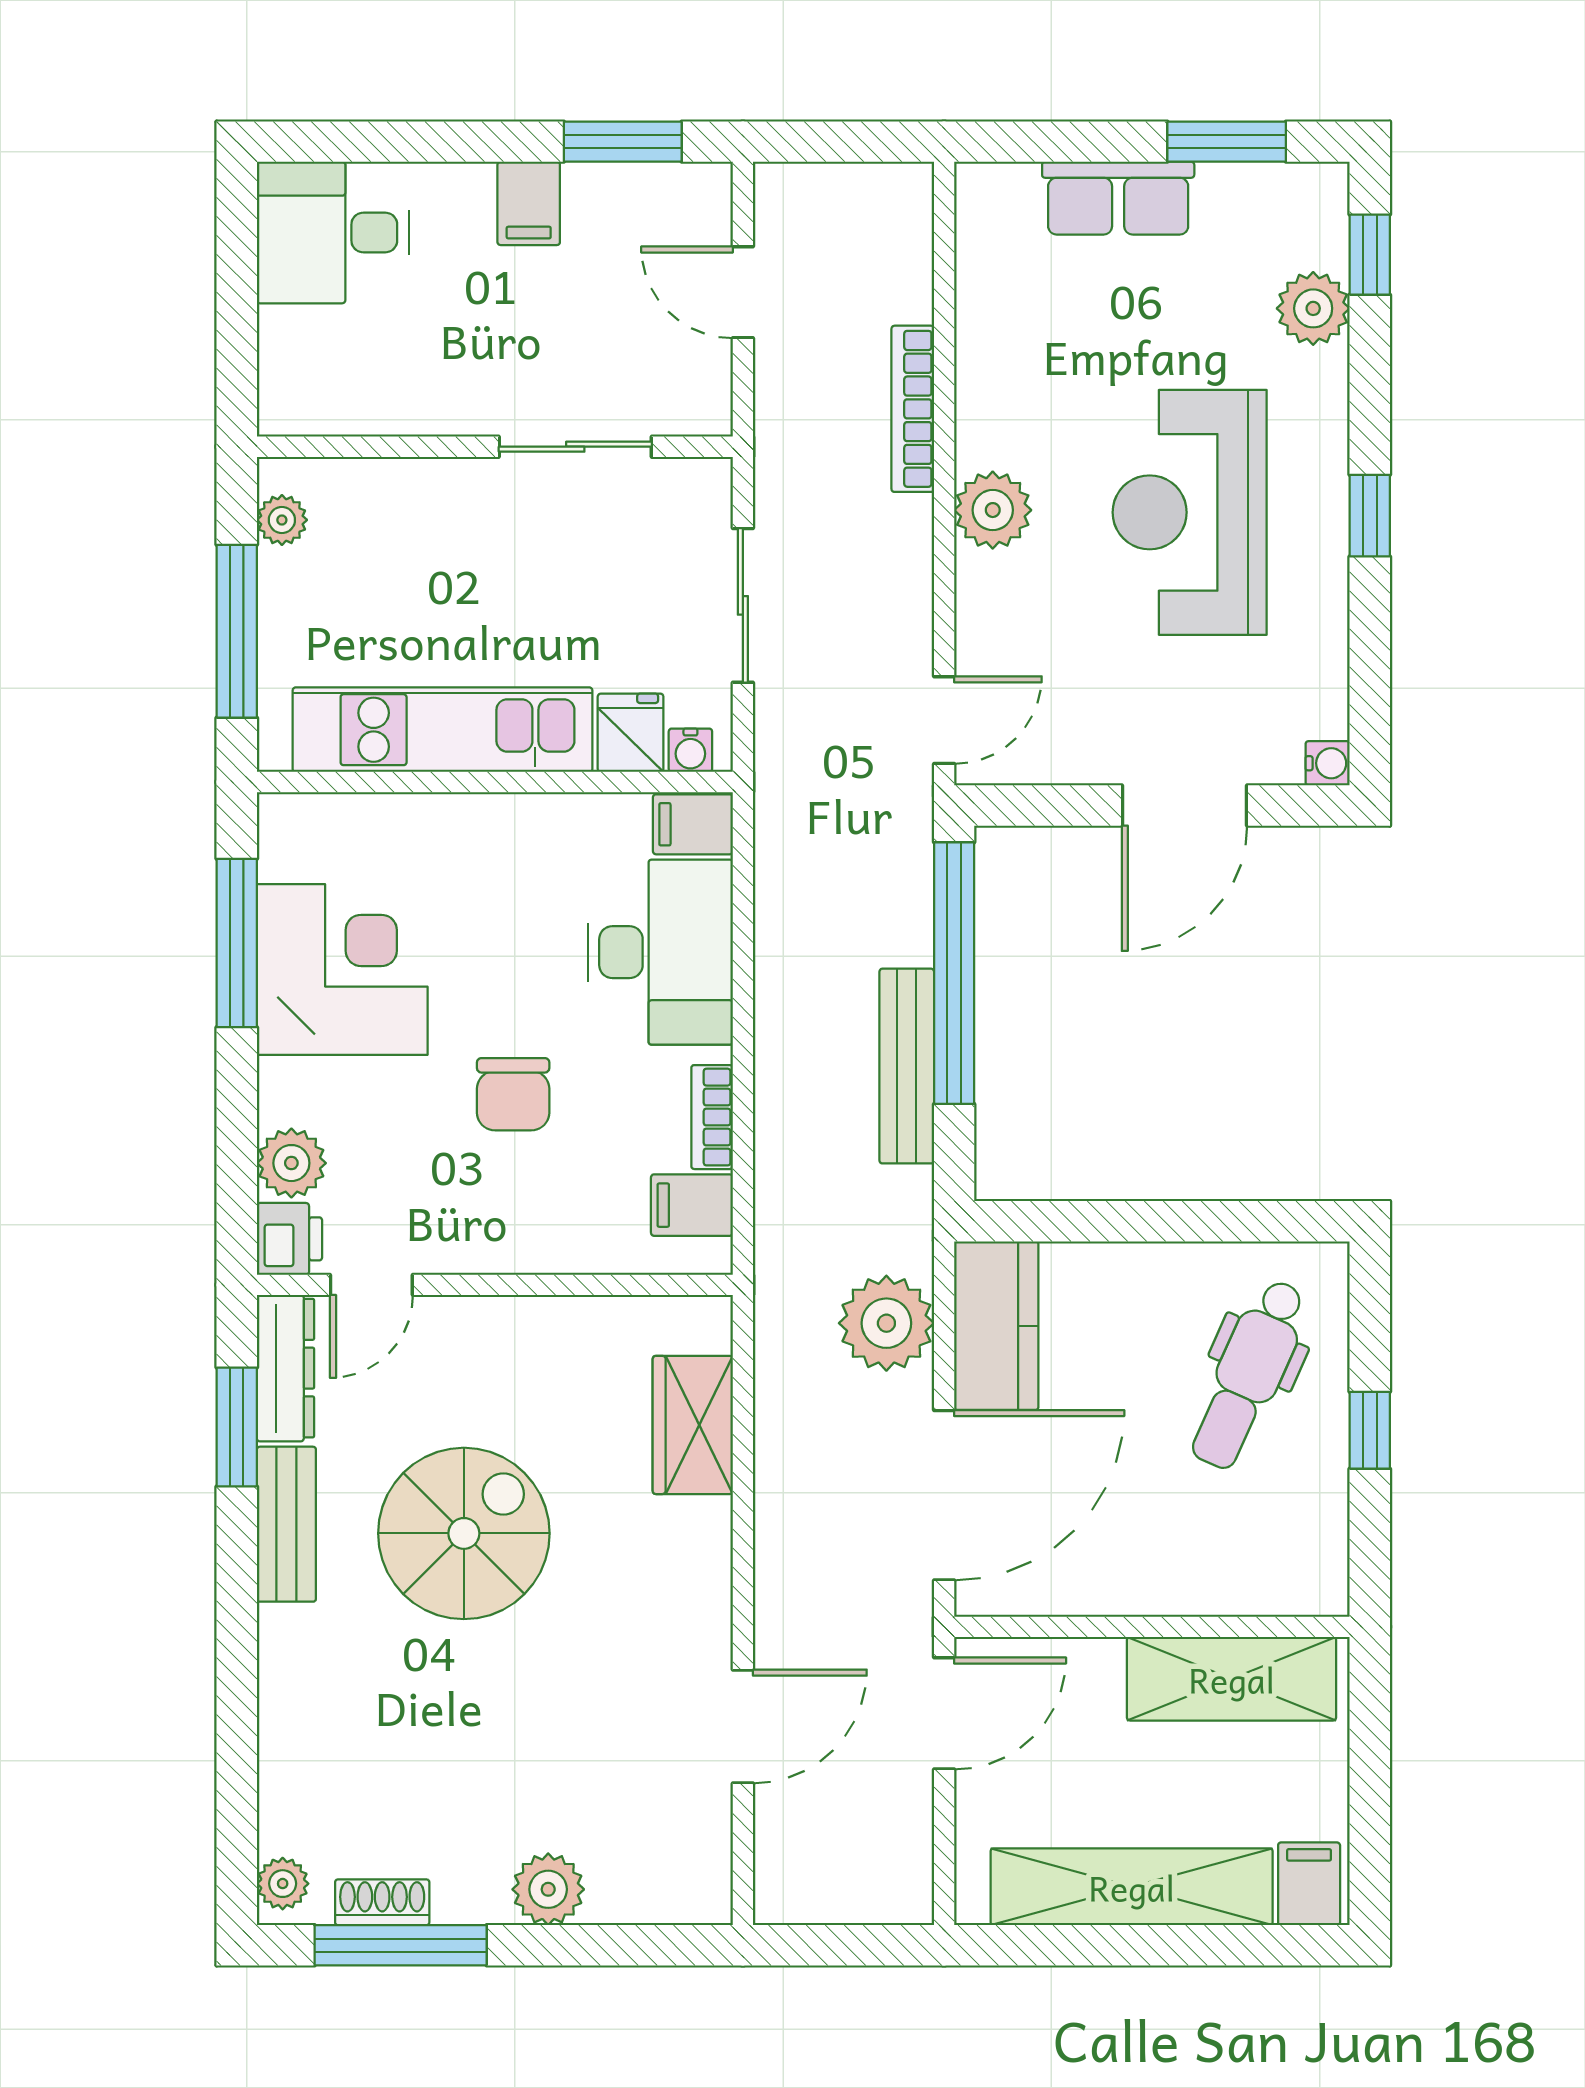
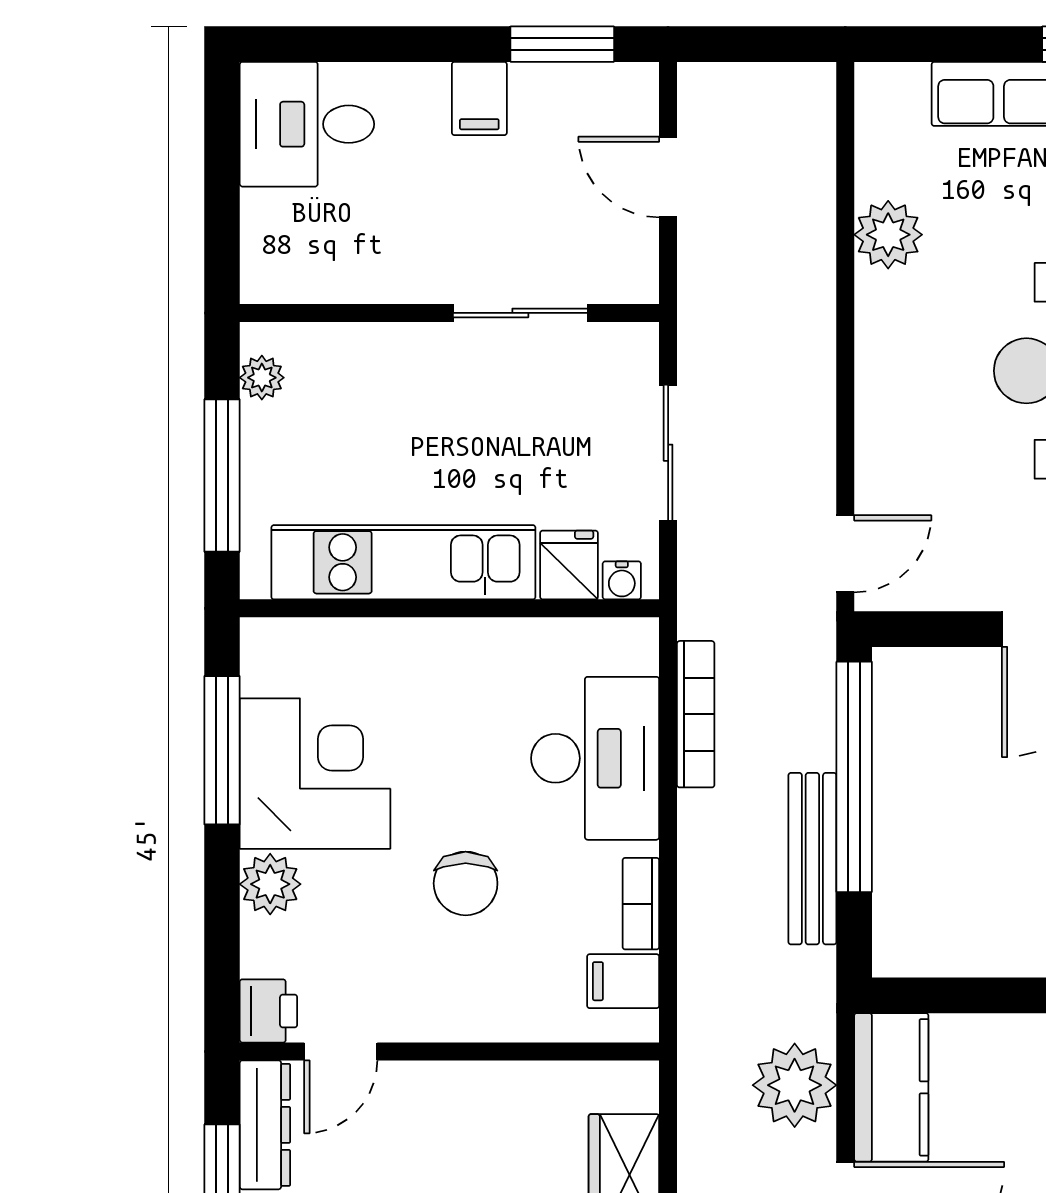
bookcase: (913, 409) -> (696, 714), moved, turned 180
plant: (993, 510) -> (888, 235), moved
filing cabinet: (693, 824) -> (624, 646), removed
plant: (291, 1163) -> (270, 884), moved

